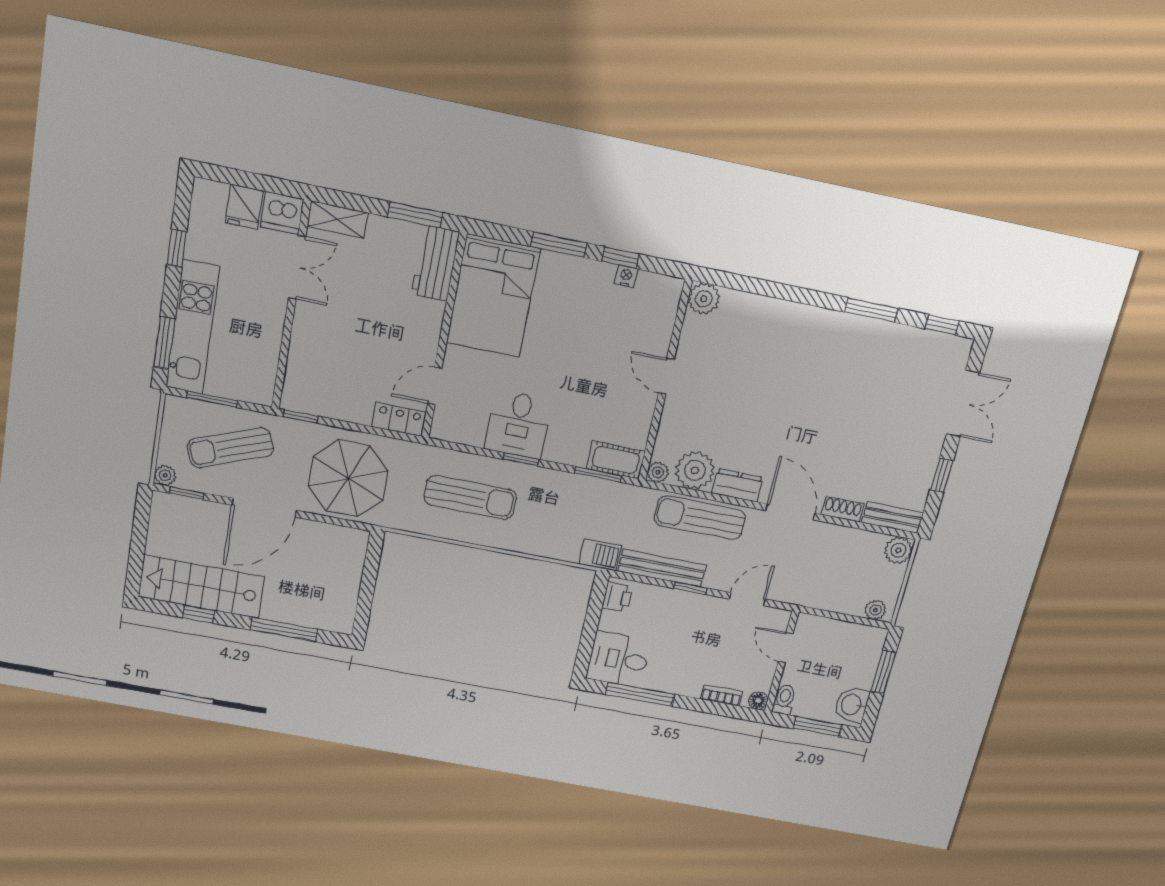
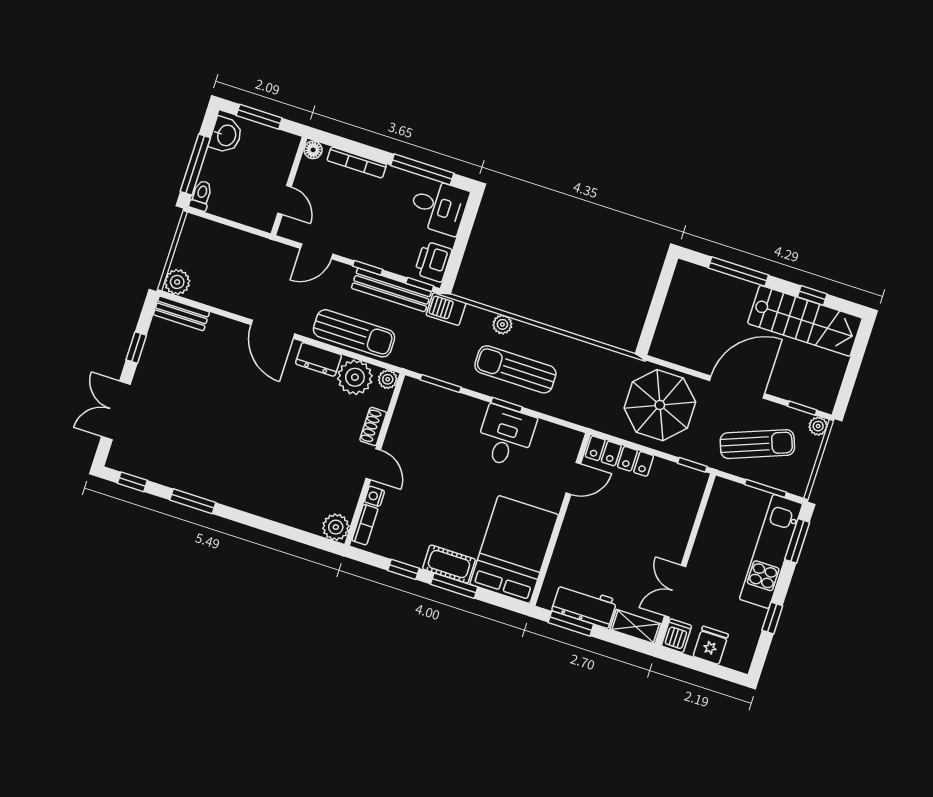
dishwasher: (282, 213) -> (677, 636), width x0.73
workbench: (436, 263) -> (584, 605), moved, turned -90
nightstand: (626, 276) -> (374, 496), moved, turned 90
bookcase: (670, 305) -> (365, 525), added
locker: (399, 419) -> (619, 456), width x1.53
cot: (616, 460) -> (449, 564), moved
sun lounger: (470, 497) -> (515, 369), moved
shoe rack: (843, 509) -> (373, 426), moved, turned 90
window: (632, 577) -> (420, 285), added
printer: (617, 597) -> (433, 262), width x1.36, depth x1.24
plant: (875, 610) -> (502, 324), moved
window: (883, 672) -> (195, 165), width x1.44
bookcase: (722, 695) -> (357, 162), width x1.56
toilet: (784, 700) -> (201, 196), moved, turned 180

